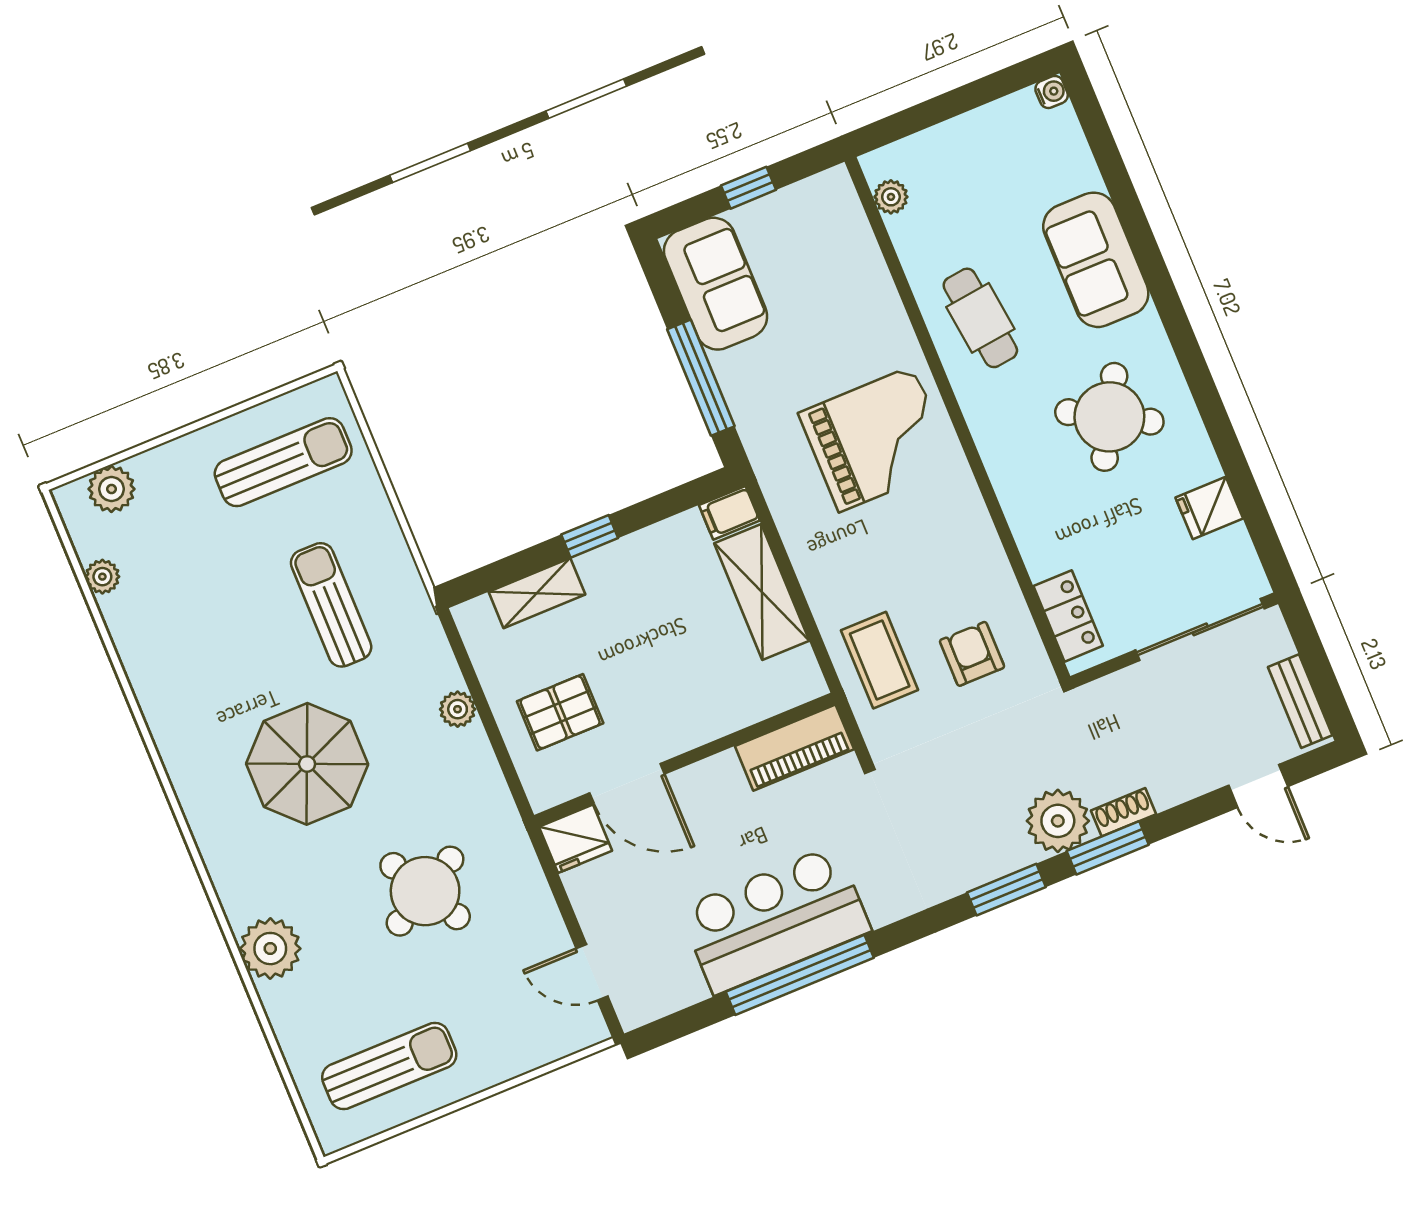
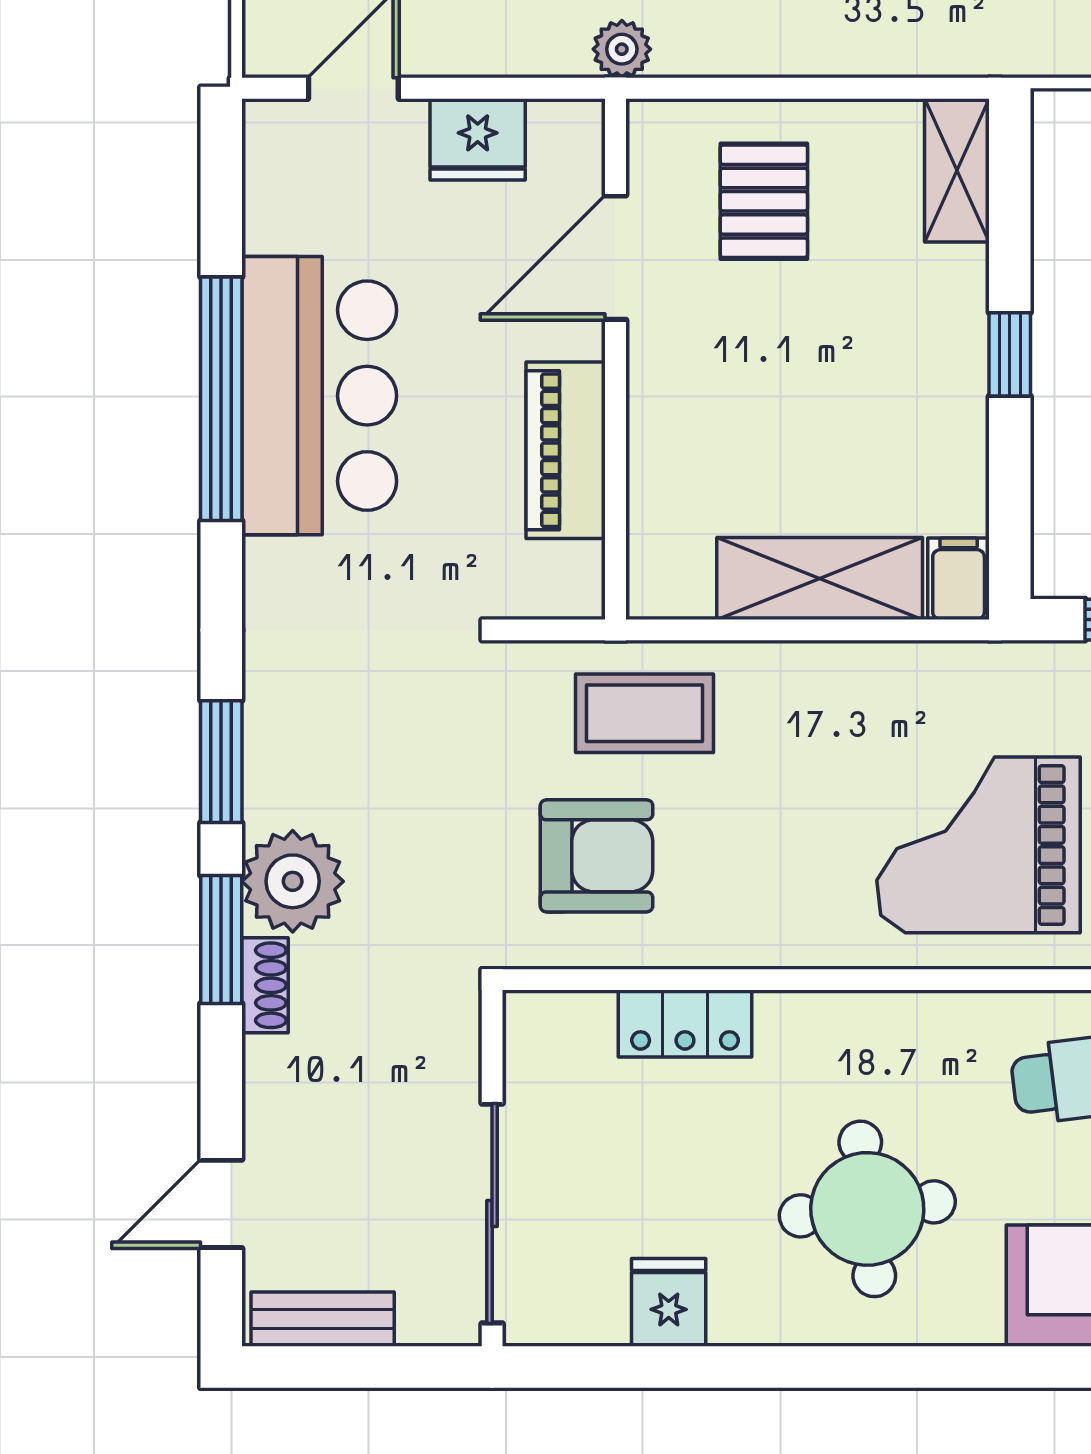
round table: (1109, 417) -> (867, 1209), turned -35
grand piano: (876, 439) -> (978, 845), turned 90
shelving: (537, 593) -> (957, 170), moved
locker: (1068, 616) -> (685, 1024), moved
armchair: (972, 654) -> (597, 856), width x1.38, depth x1.38
plant: (458, 709) -> (622, 49), moved
piano: (794, 748) -> (566, 450), moved
fridge: (575, 839) -> (478, 139), moved, turned -90

